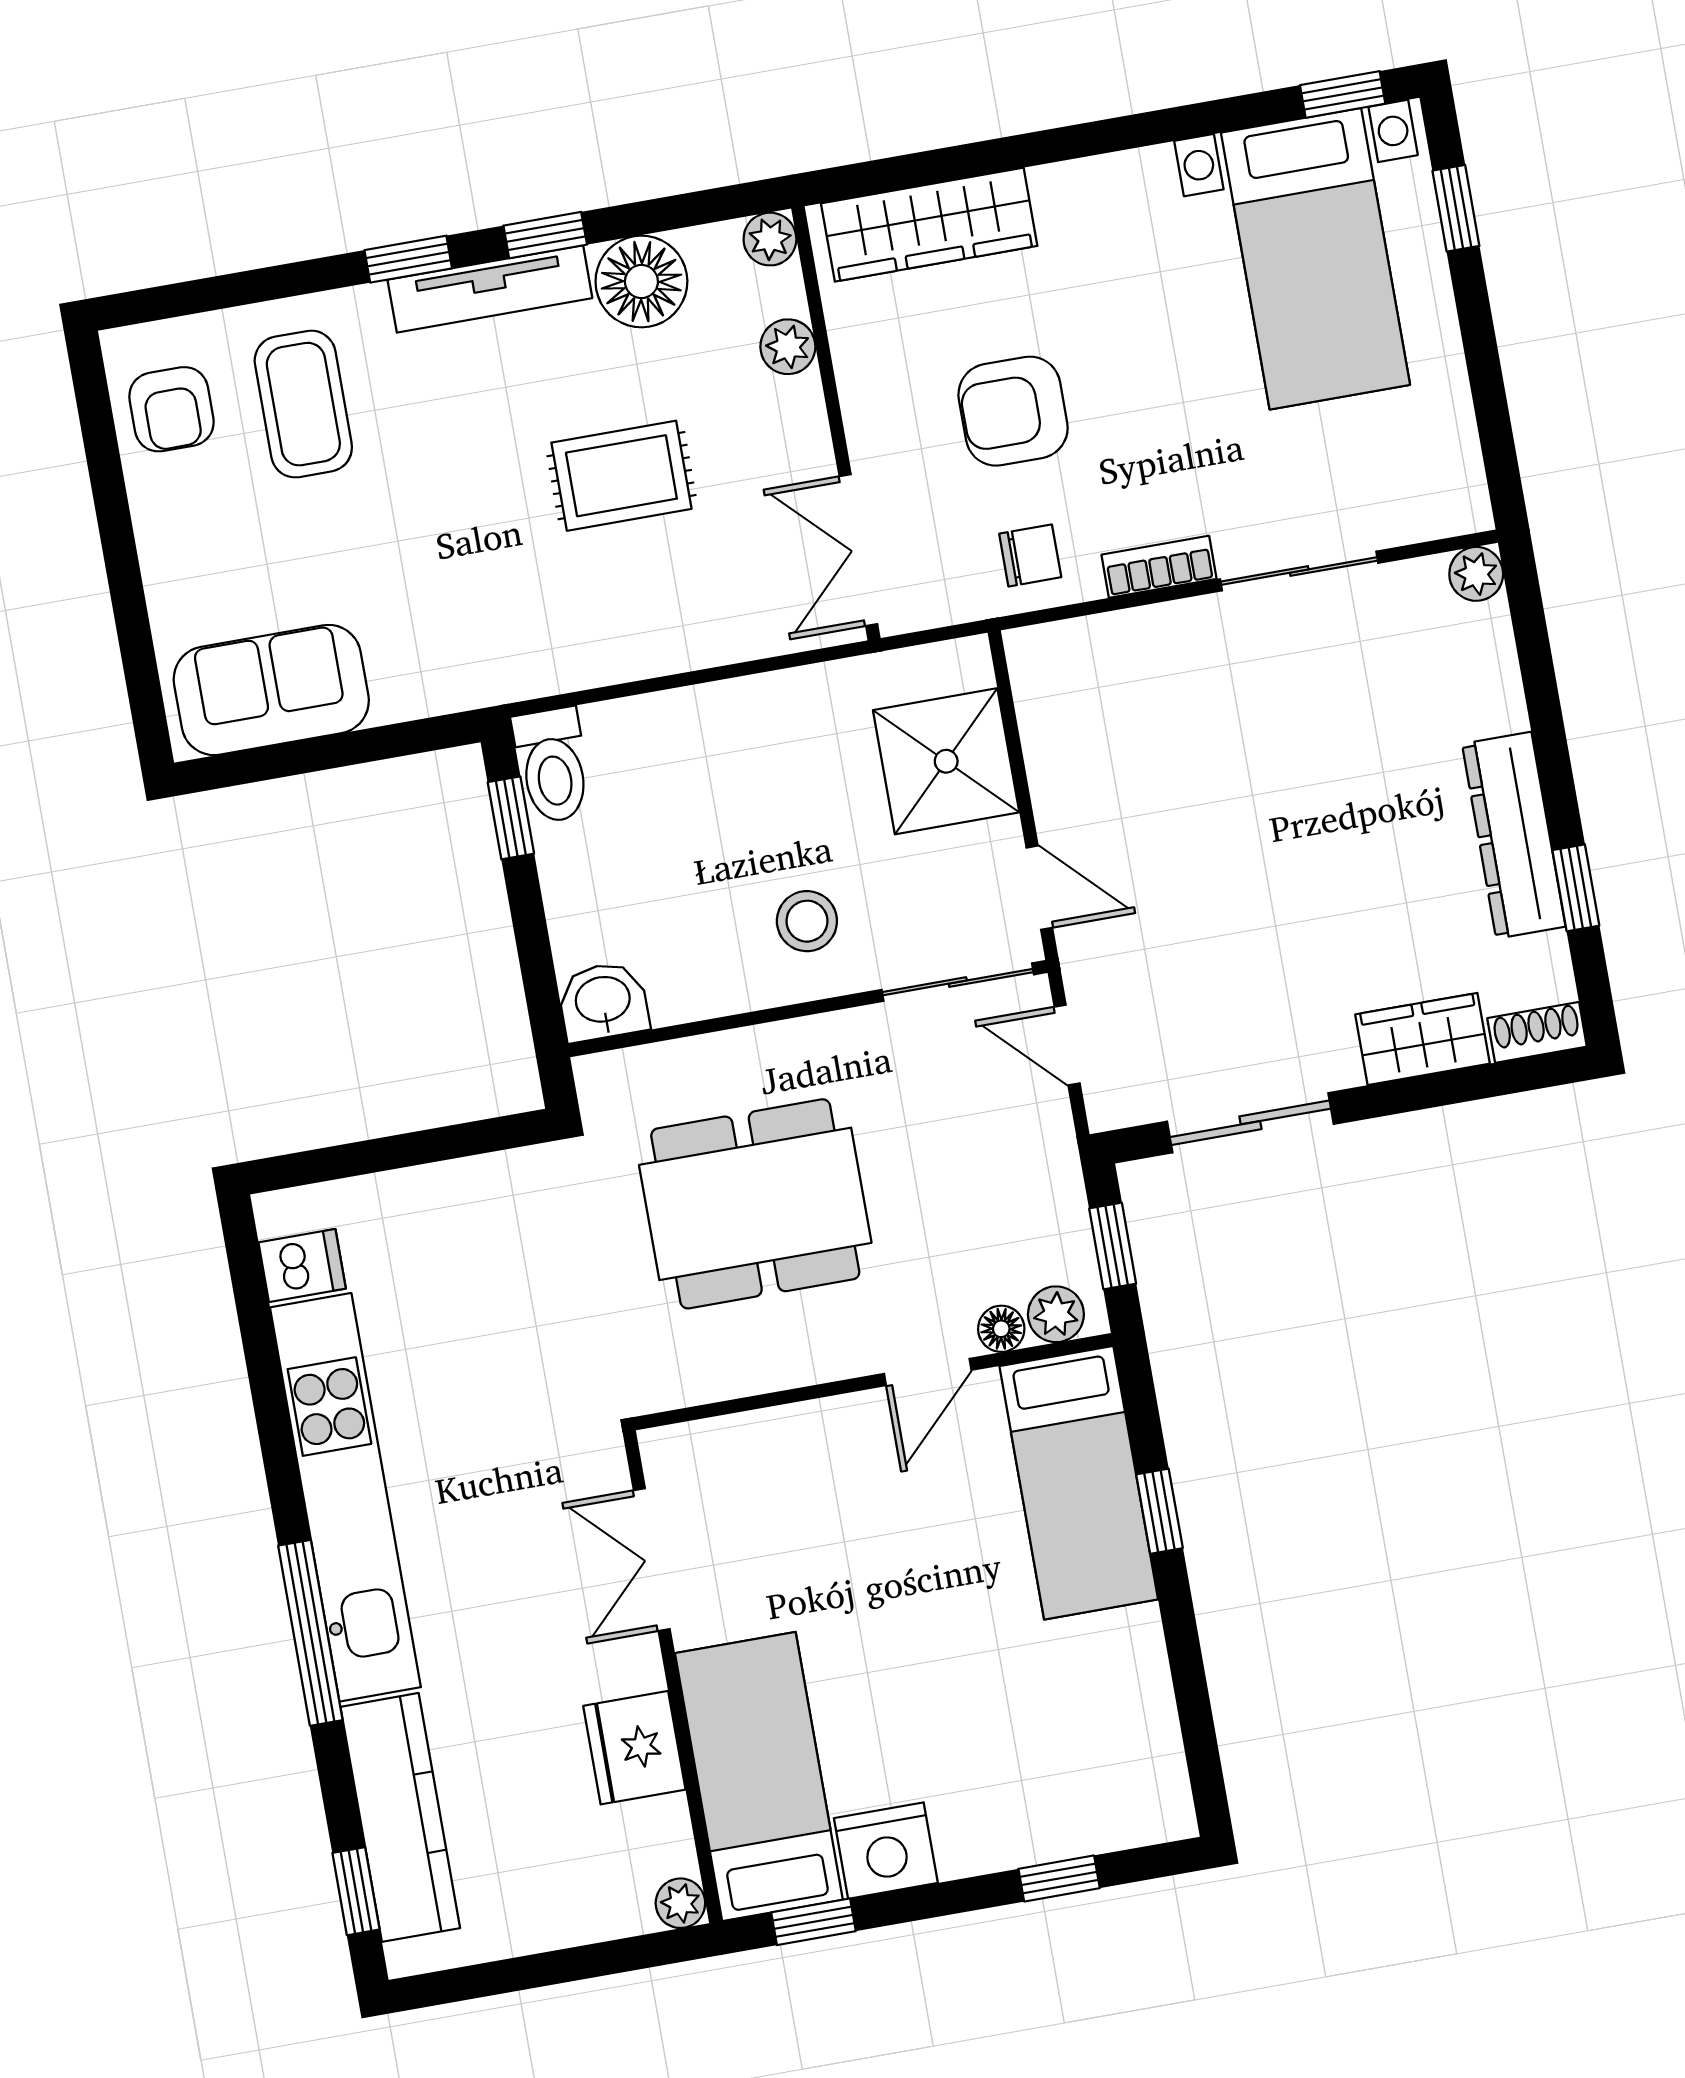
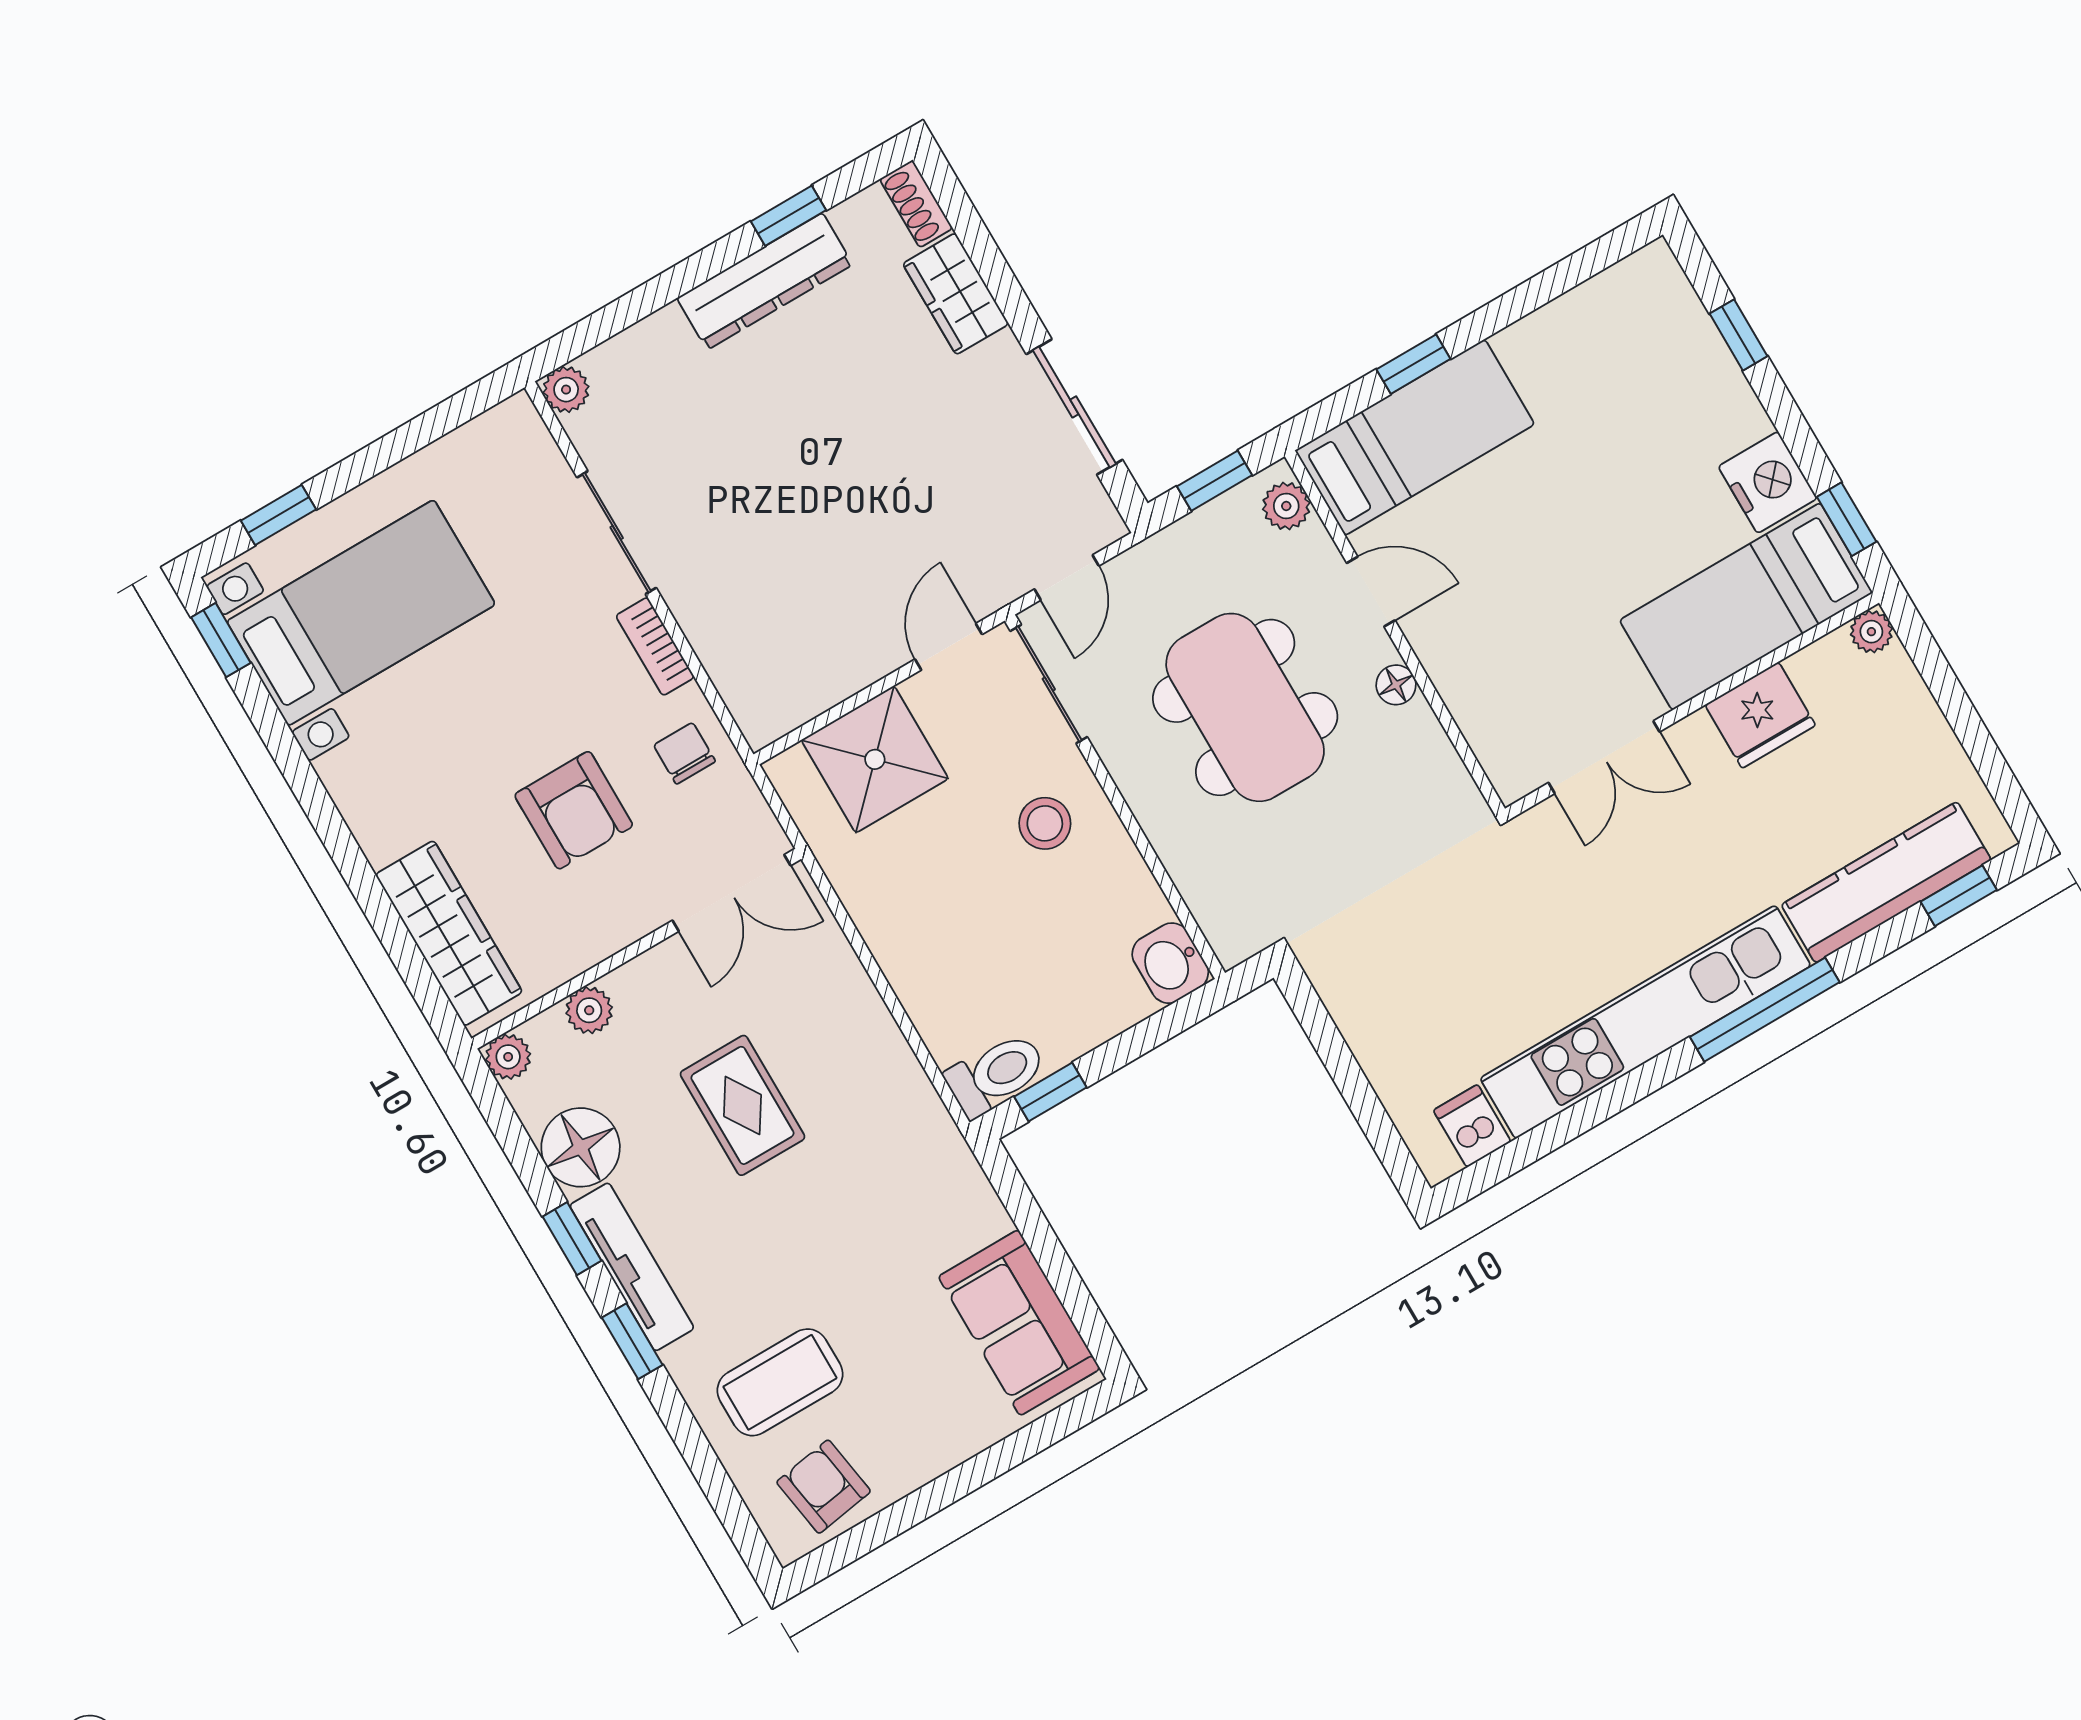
armchair: (171, 409) -> (824, 1487), turned -99
dining table: (755, 1204) -> (1245, 707), moved
floor lamp: (1001, 1329) -> (1396, 685), moved

